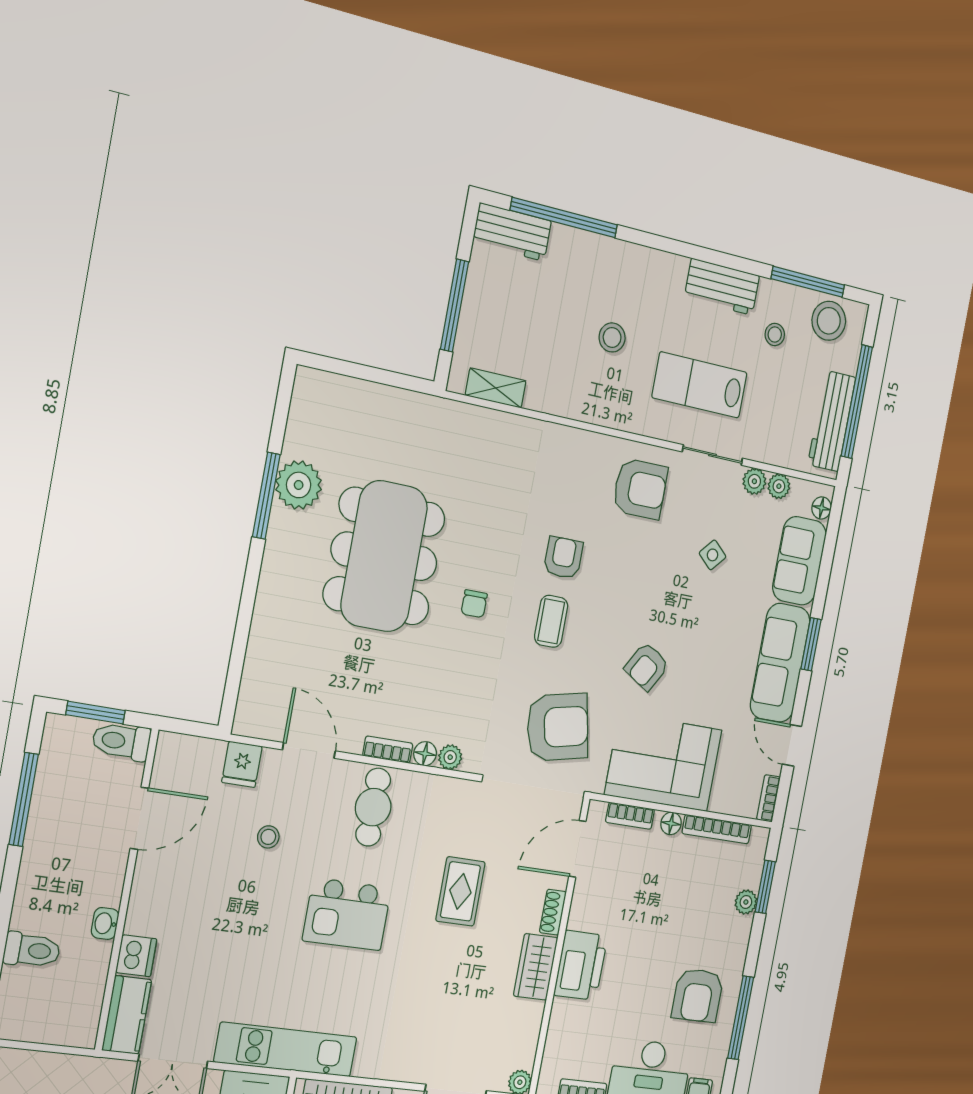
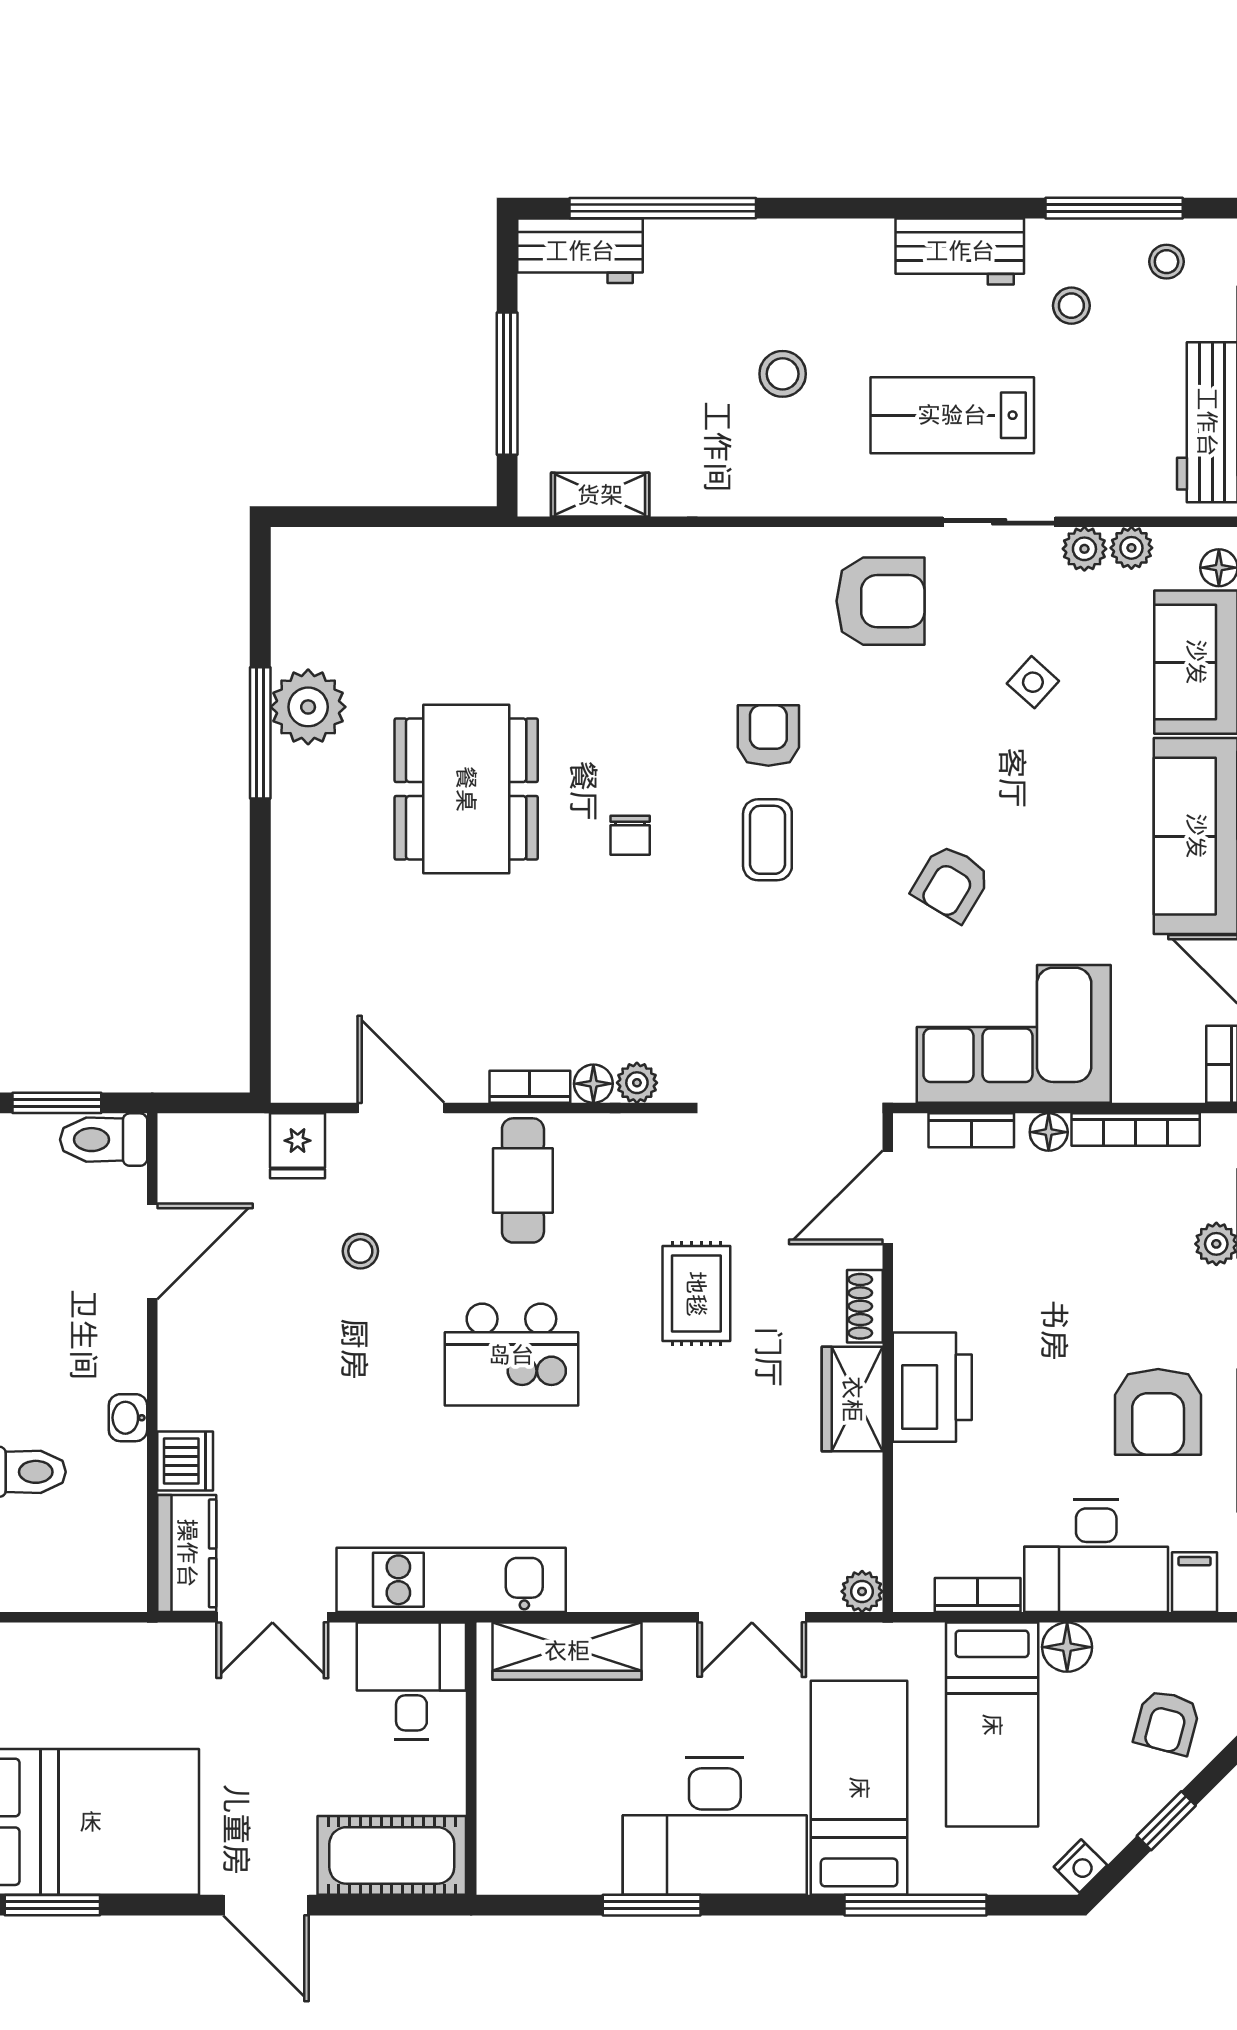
stool: (829, 321) -> (1166, 262), width x0.53, depth x0.53
dining table: (384, 556) -> (466, 789), width x0.73, depth x0.80
armchair: (558, 727) -> (813, 1006), removed

